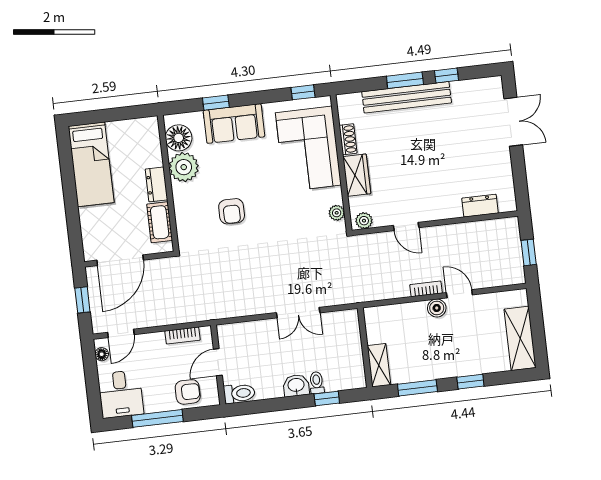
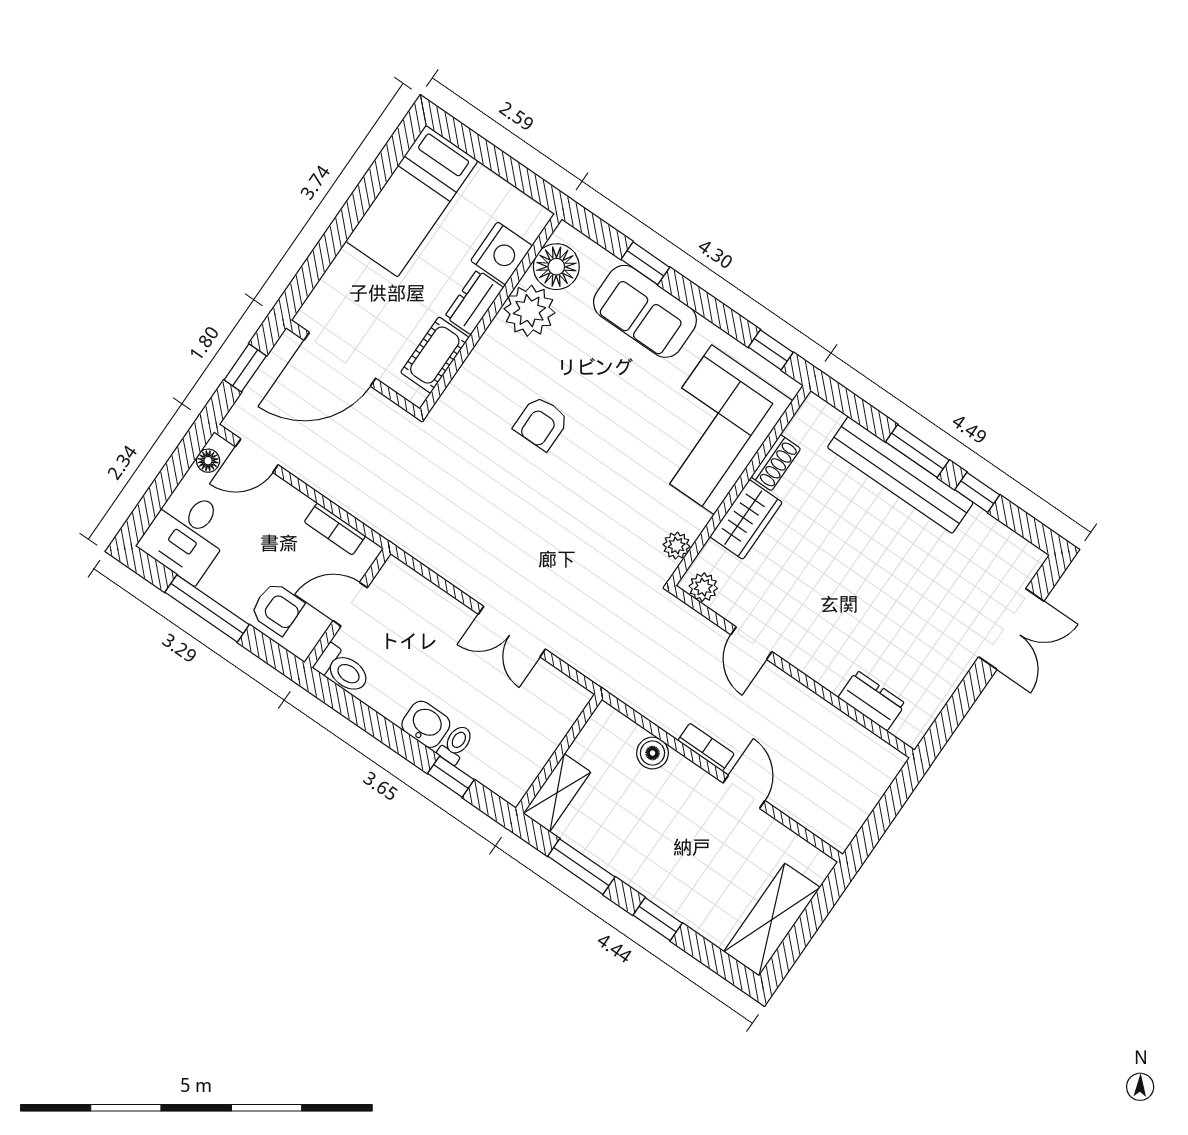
nightstand: (150, 153) -> (501, 253), added
window: (529, 252) -> (882, 817), removed
boiler: (437, 308) -> (653, 753), moved

